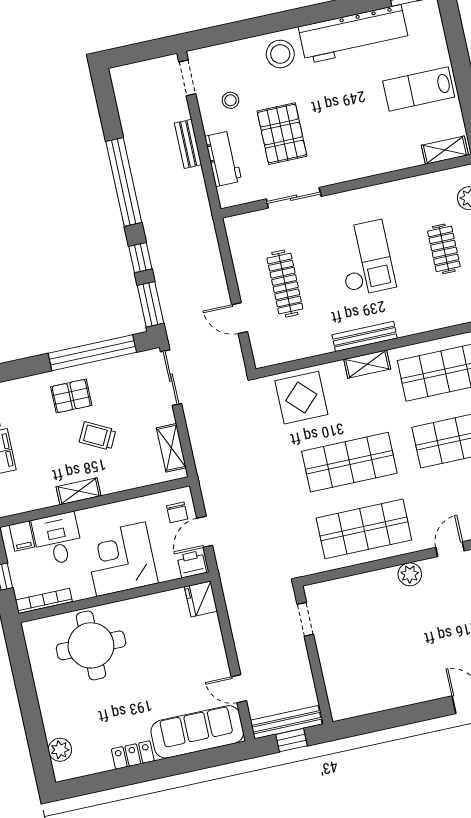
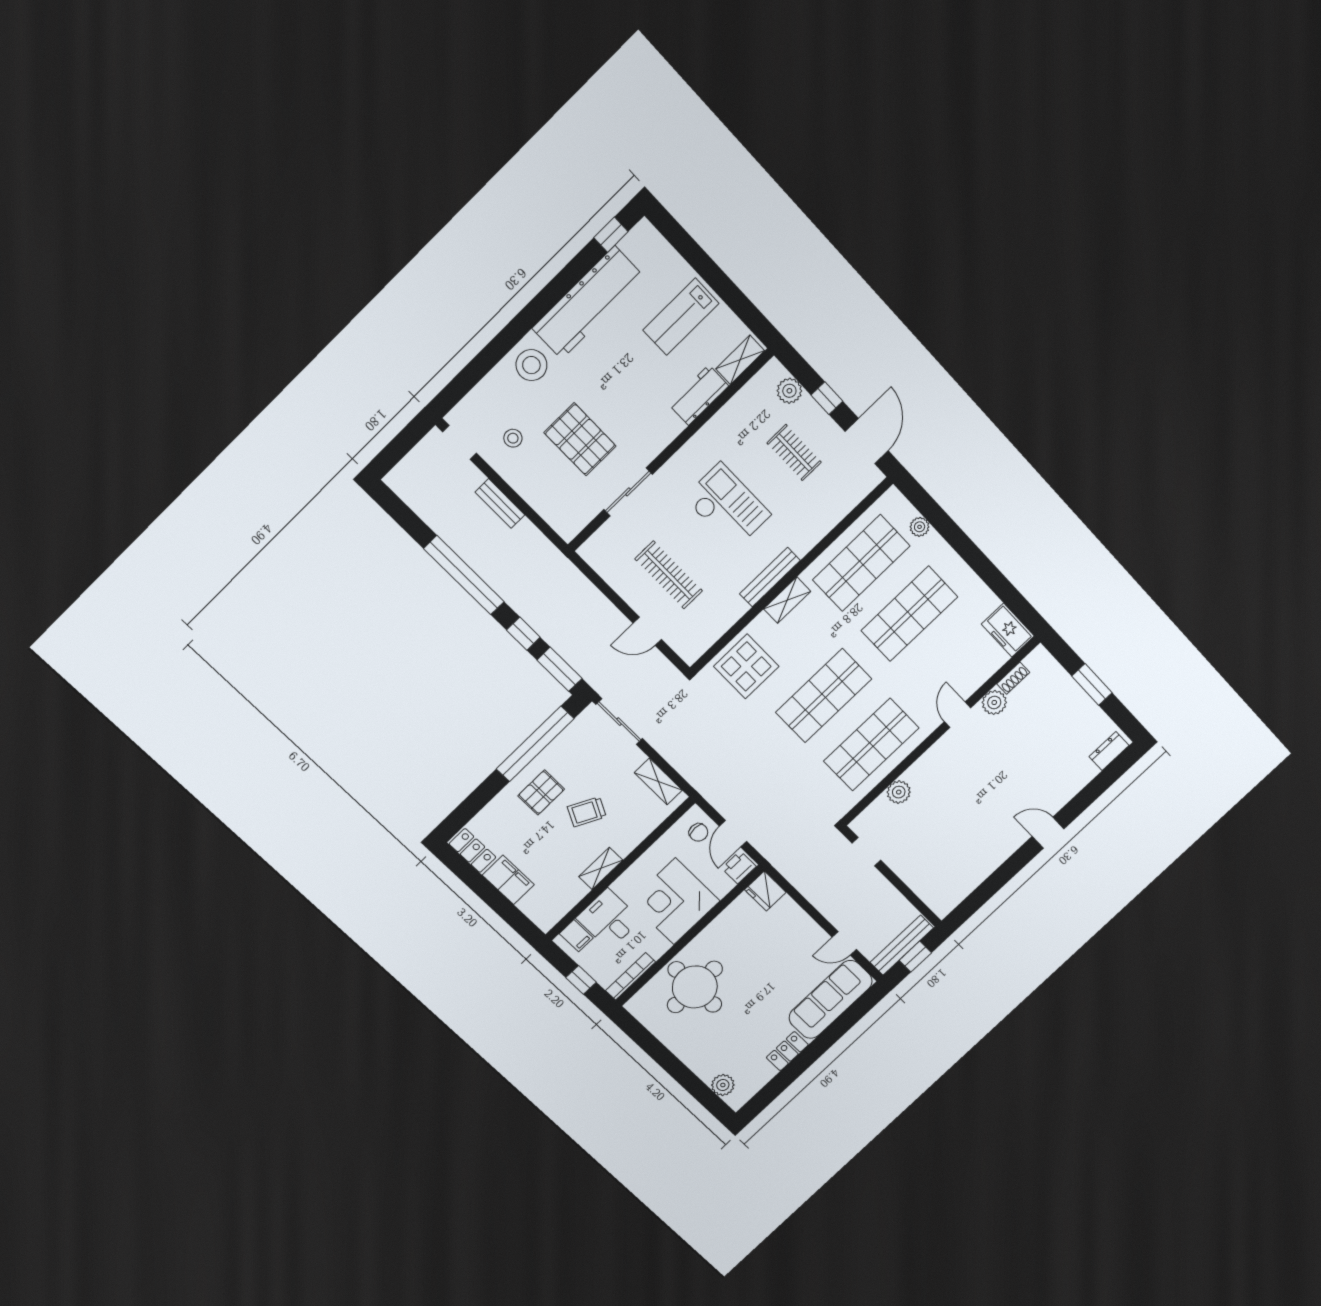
workbench: (223, 159) -> (699, 395), moved, turned -90
plant: (410, 574) -> (899, 792), moved

